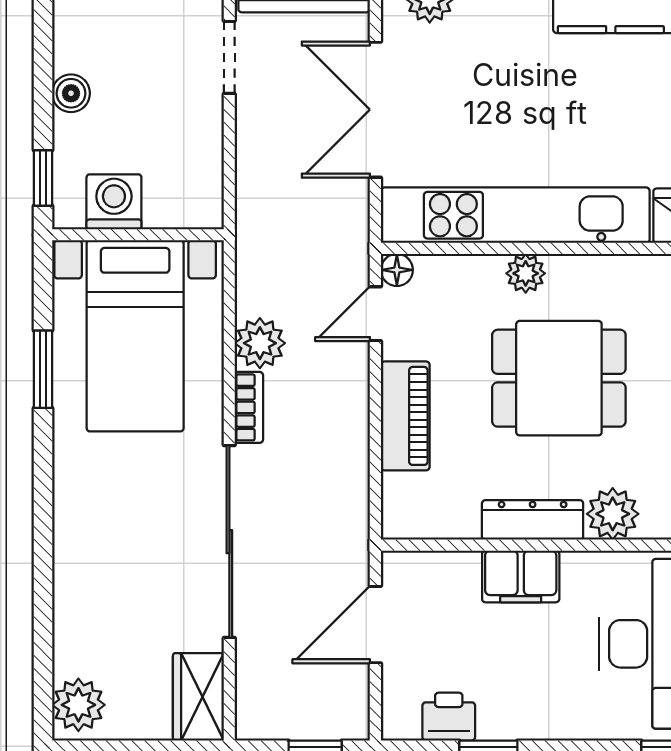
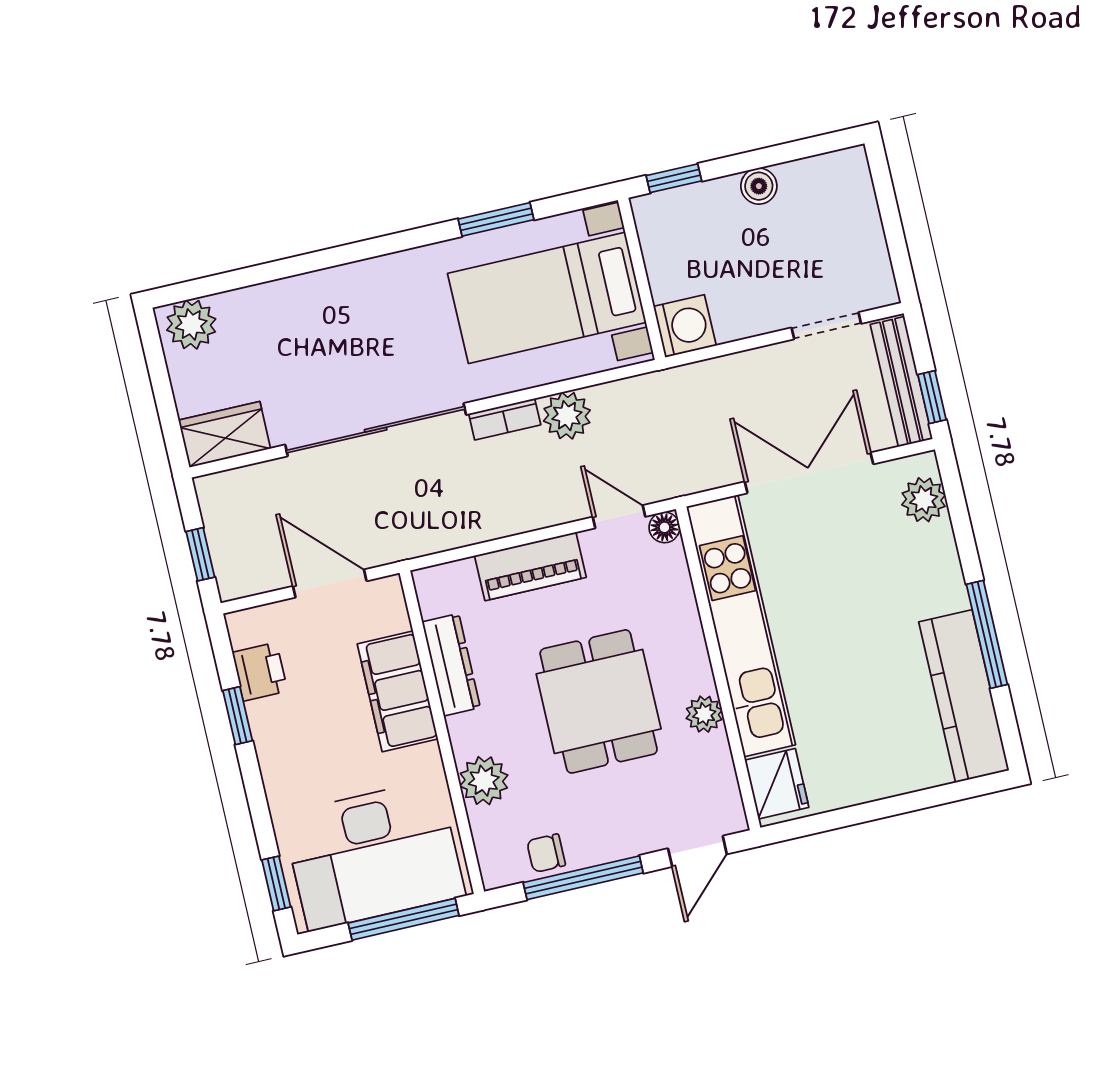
washing machine: (114, 202) -> (685, 326), moved
plant: (526, 273) -> (704, 714), moved
dresser: (533, 520) -> (451, 665), moved
filing cabinet: (521, 576) -> (398, 691), width x1.50, depth x1.17

